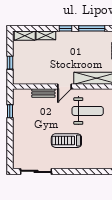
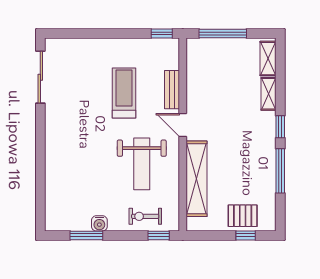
window: (10, 63) -> (223, 34), width x2.17
window: (10, 111) -> (162, 34), moved
treadmill: (66, 141) -> (124, 93), moved

